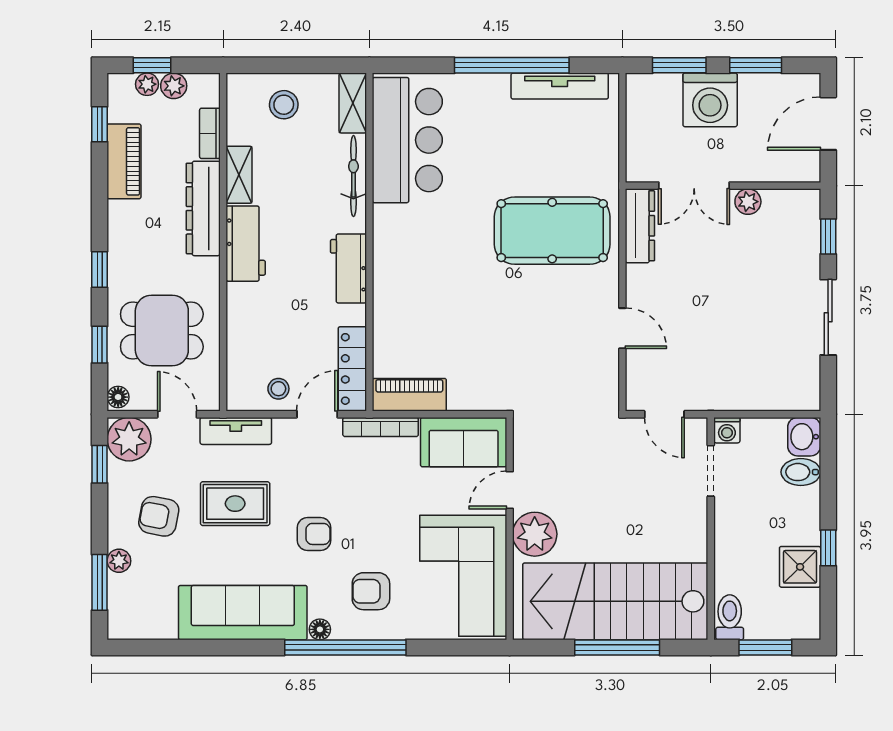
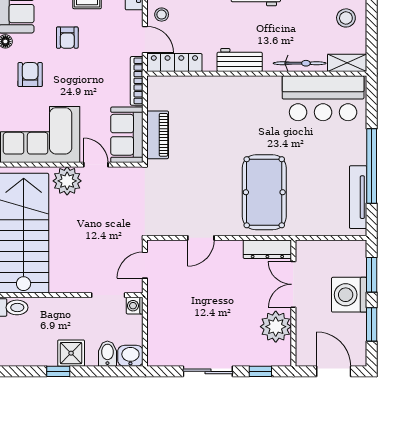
plant: (748, 202) -> (276, 327), width x1.88, depth x1.88
piano: (409, 395) -> (158, 135), moved
shower: (800, 567) -> (71, 353), moved

